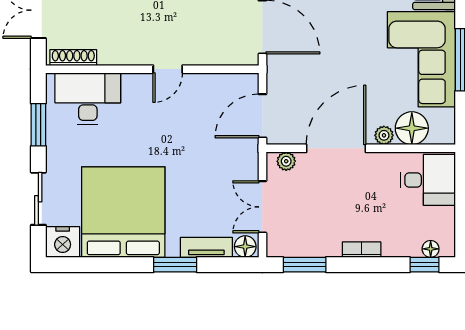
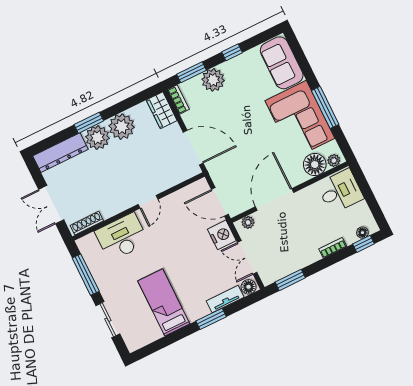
desk: (88, 99) -> (122, 237), moved
door: (262, 116) -> (220, 202), hinge flipped
window: (38, 125) -> (86, 275), width x1.44
plant: (384, 135) -> (334, 161), moved
bed: (123, 212) -> (164, 302), width x0.49
nightstand: (63, 242) -> (222, 235), moved, turned -90
bookcase: (362, 250) -> (333, 248), moved

